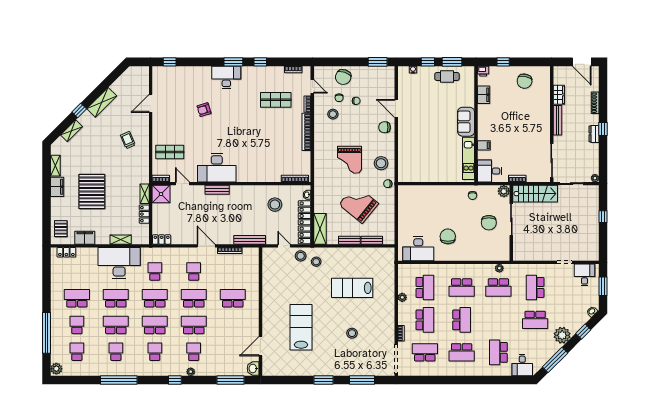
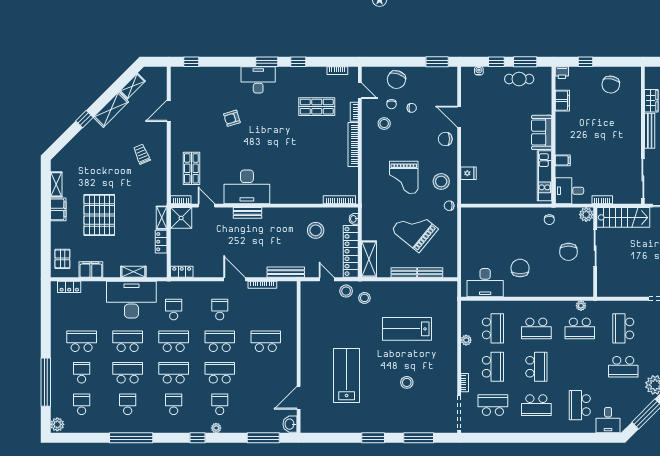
shelving: (72, 131) -> (132, 86), moved
shop shelf: (170, 152) -> (191, 168), turned 90
fridge: (404, 156) -> (469, 173), added

